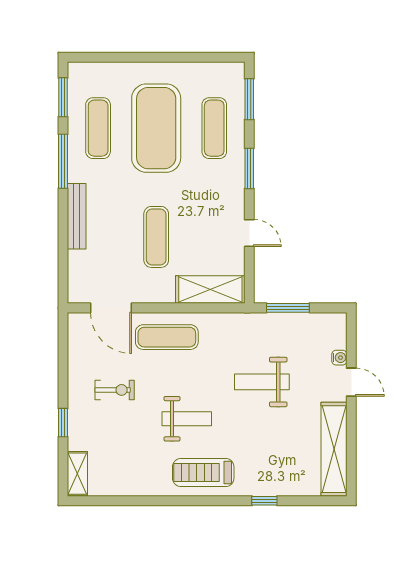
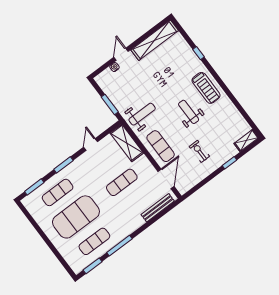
bench: (77, 216) -> (158, 208), moved
weight bench: (262, 382) -> (142, 114), moved, turned -90

